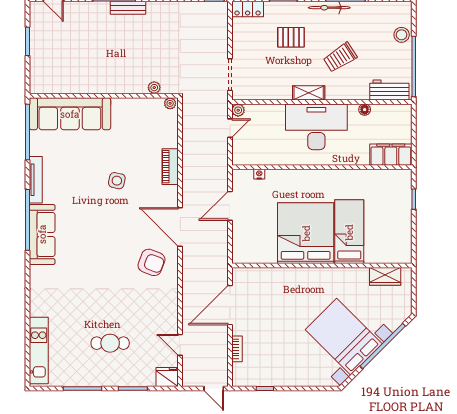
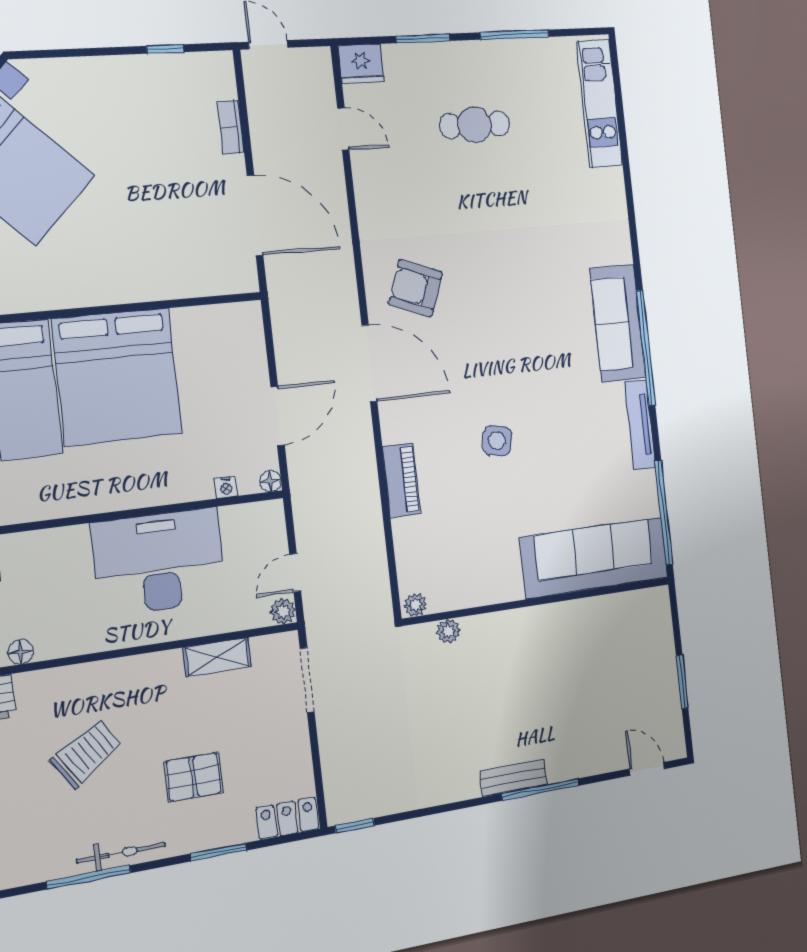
shelving: (309, 93) -> (217, 657), moved
desk: (316, 127) -> (159, 562), moved, turned 180
floor lamp: (237, 175) -> (270, 481), added
door: (230, 305) -> (255, 215), hinge flipped

